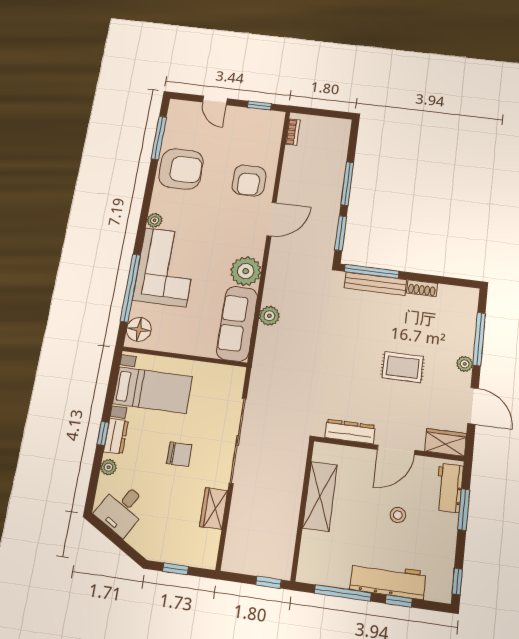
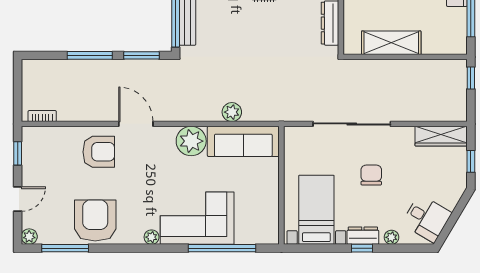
plant: (176, 107) -> (29, 237), added
floor lamp: (139, 329) -> (261, 233), removed
wardrobe: (214, 509) -> (441, 136), moved, width x1.50

